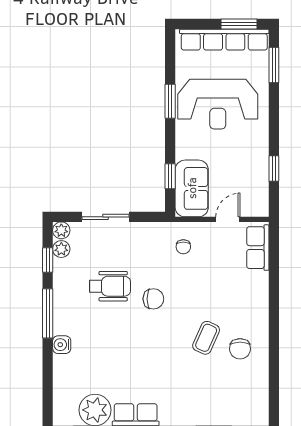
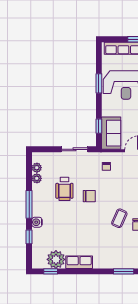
sliding door: (105, 217) -> (74, 149), moved
plant: (61, 230) -> (37, 178), moved
window: (48, 260) -> (29, 237), moved
wheelchair: (110, 286) -> (64, 189), turned 90

